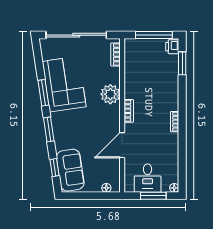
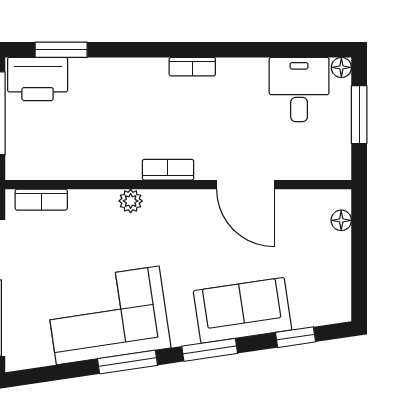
printer: (172, 47) -> (38, 79), width x1.87, depth x1.48
plant: (110, 94) -> (131, 201), width x0.53, depth x0.53
sofa: (70, 170) -> (243, 310), moved
desk: (148, 178) -> (299, 90), moved, turned -90

